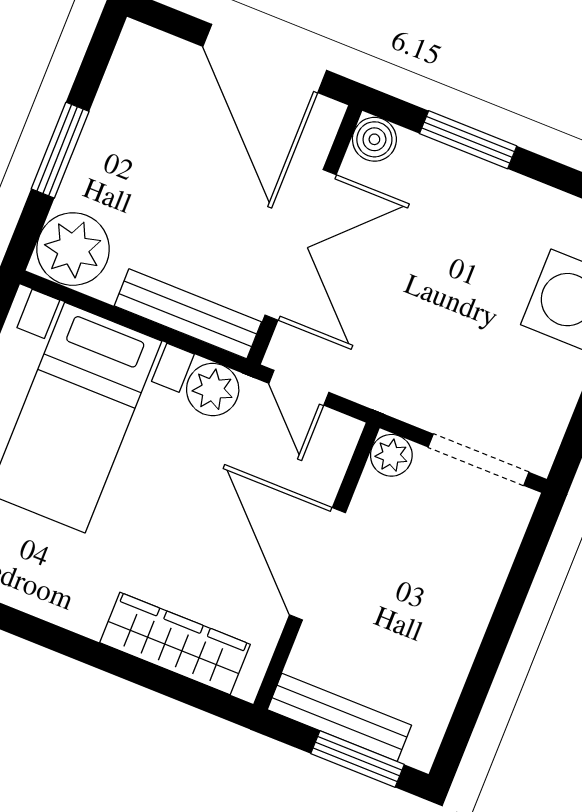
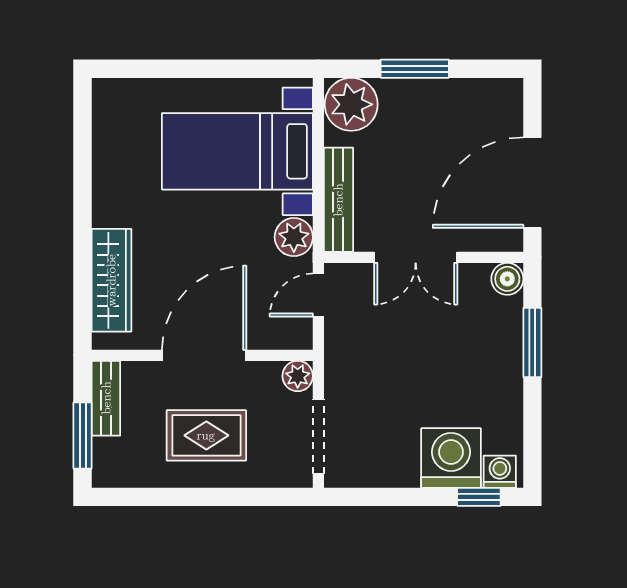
double door: (301, 245) -> (416, 257), width x0.73
rug: (420, 602) -> (206, 435), added
bench: (339, 717) -> (106, 398), width x0.73

